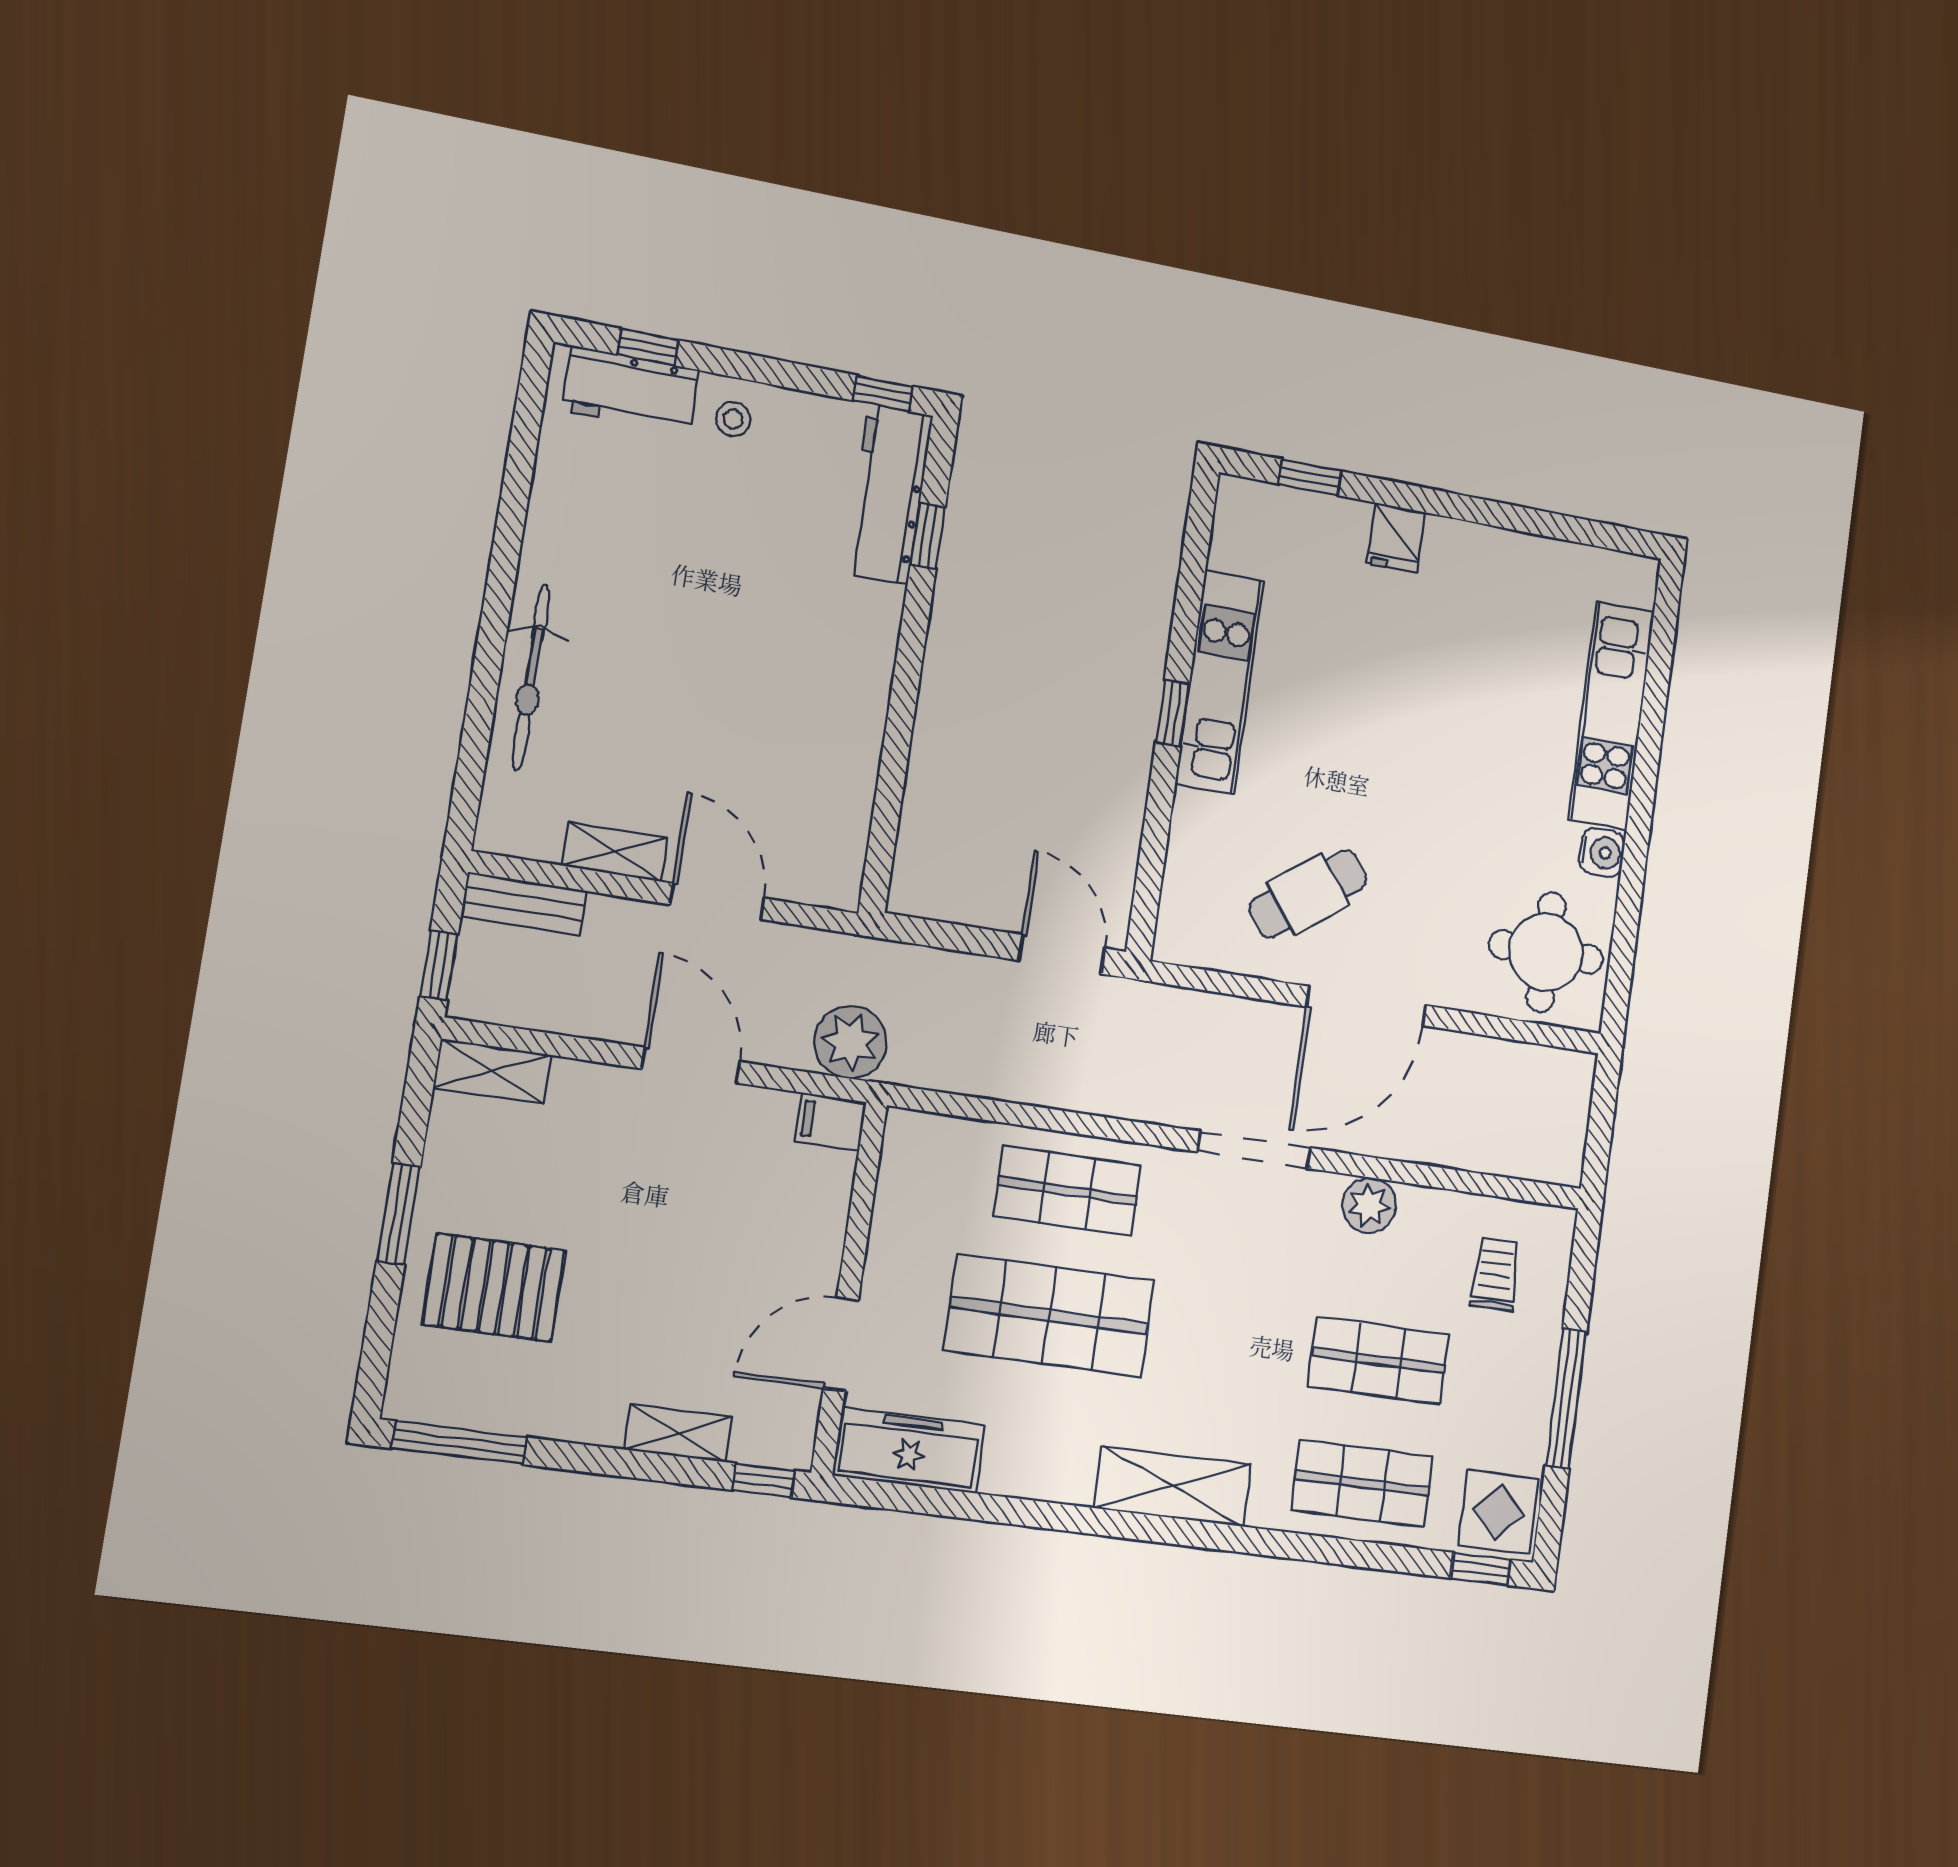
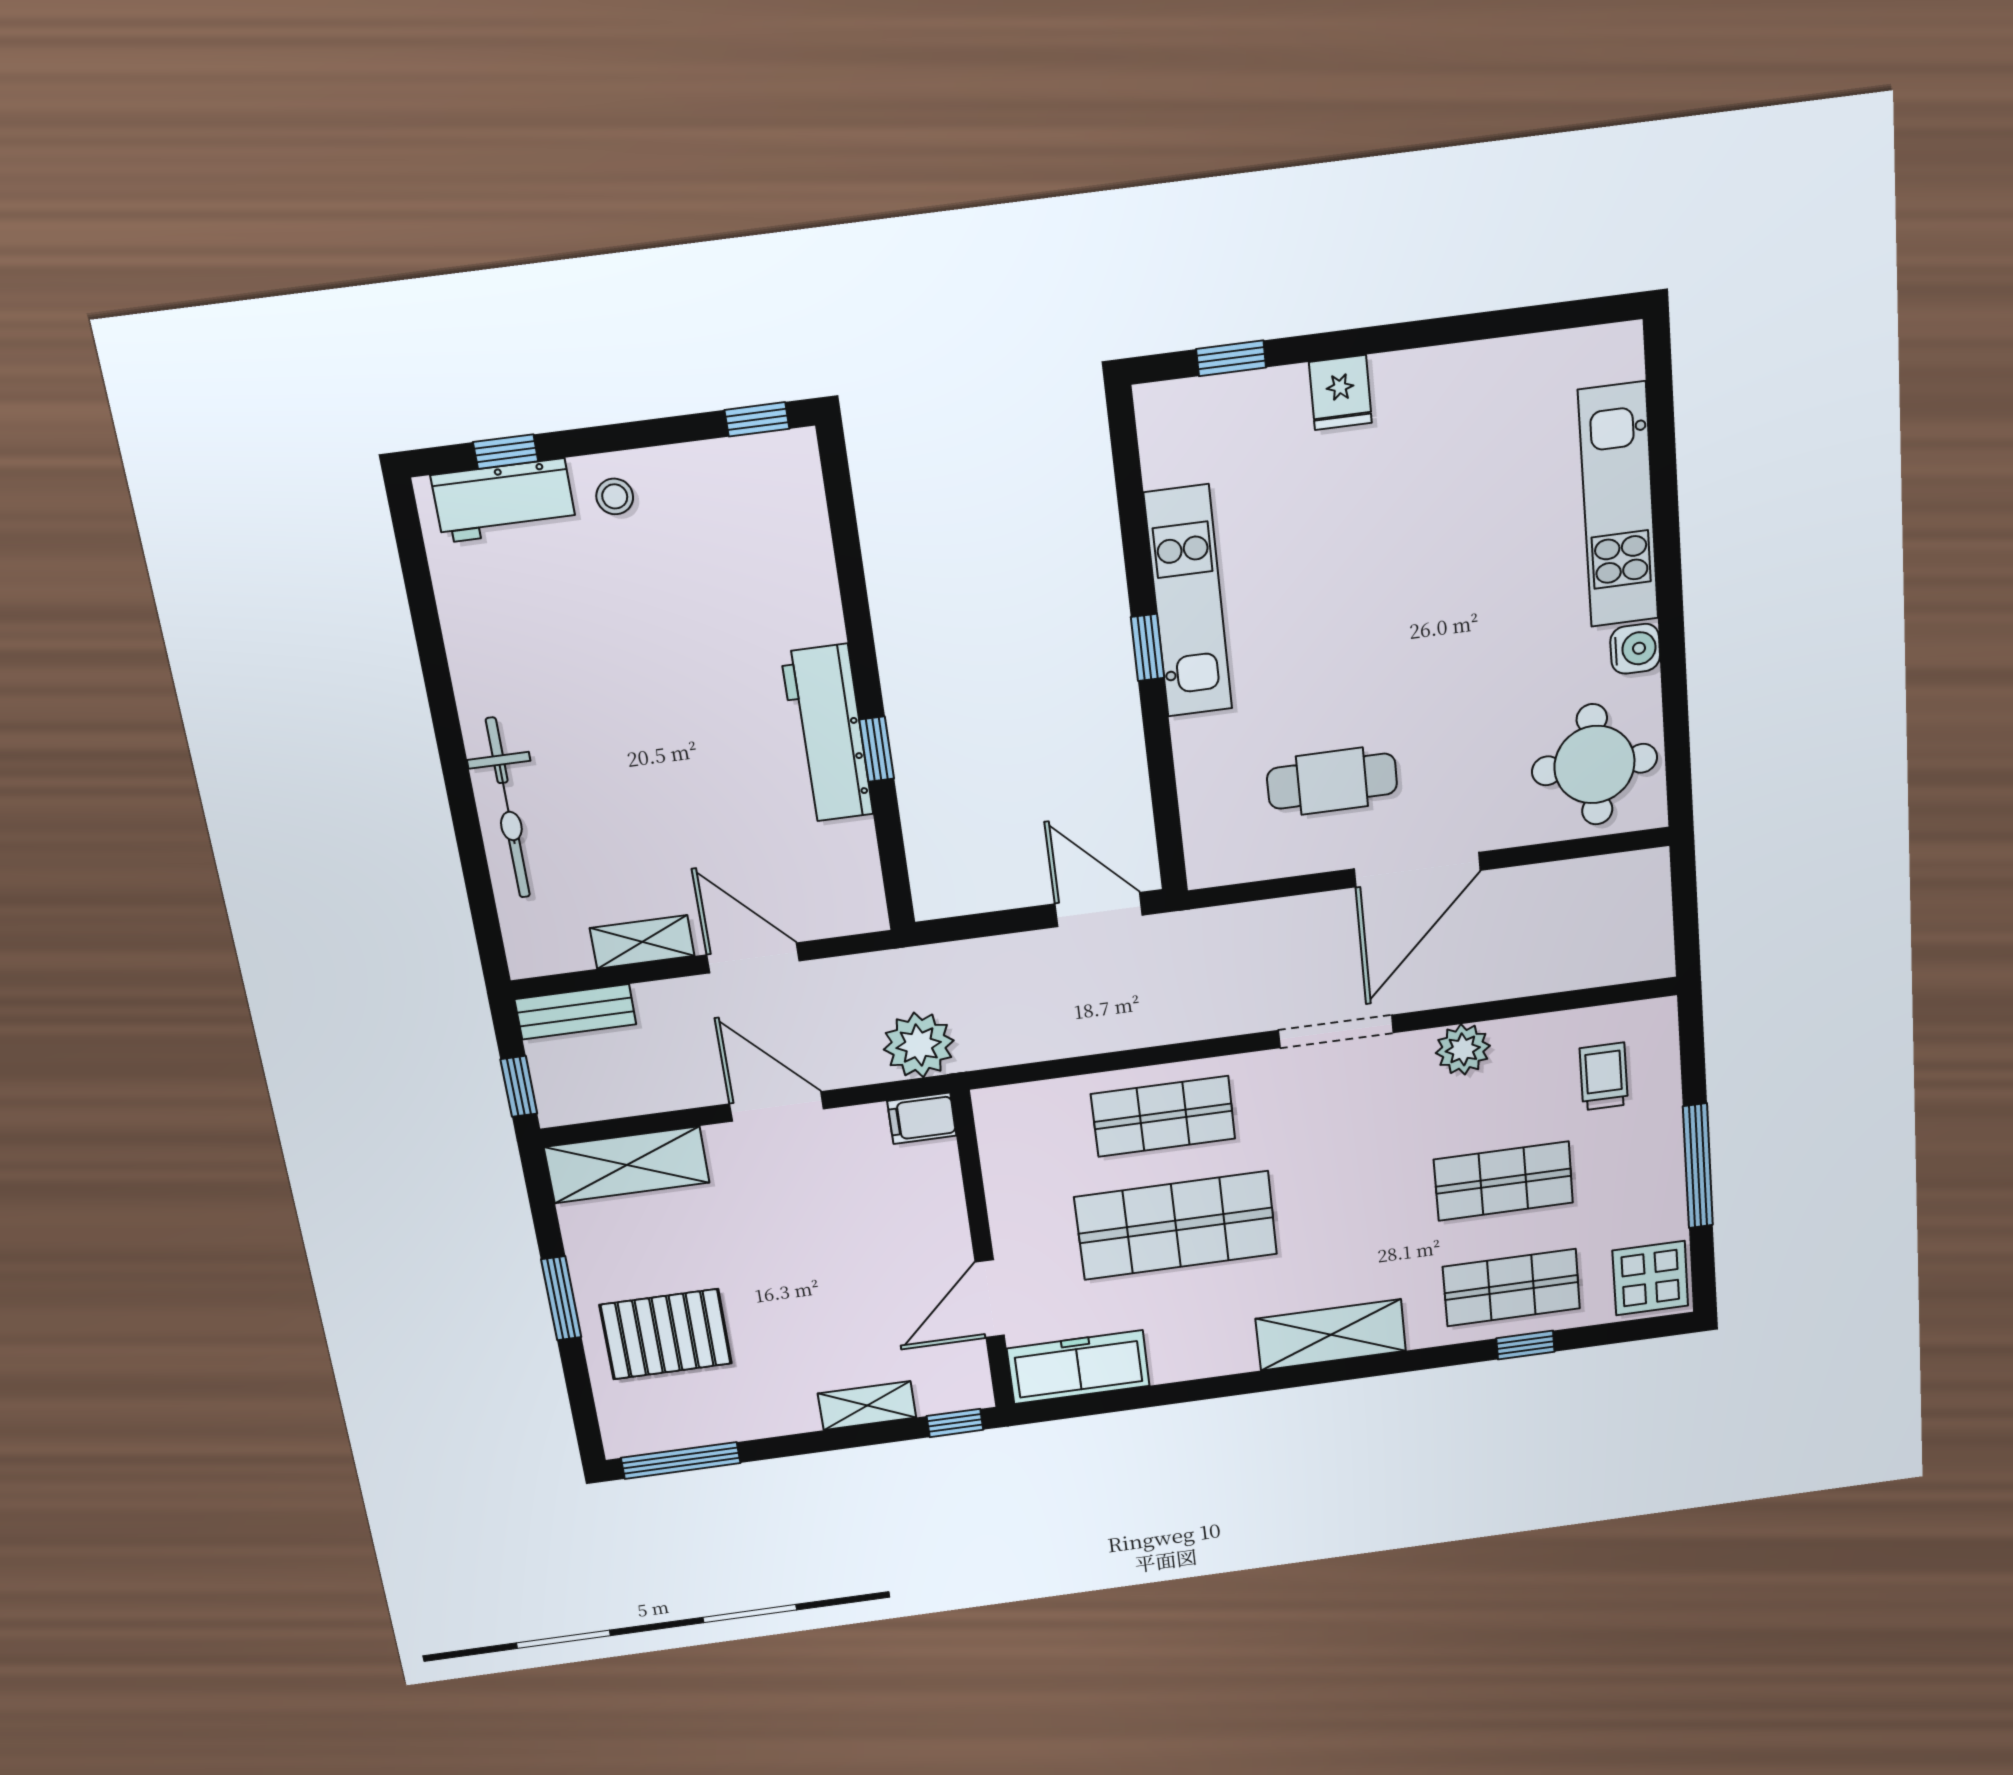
workbench: (888, 494) -> (827, 734), moved
window: (928, 535) -> (877, 749), moved
cafe table: (1308, 894) -> (1332, 781), turned 37
shelving: (492, 1071) -> (627, 1165), width x1.50, depth x1.33
window: (1481, 1569) -> (1525, 1345), moved

